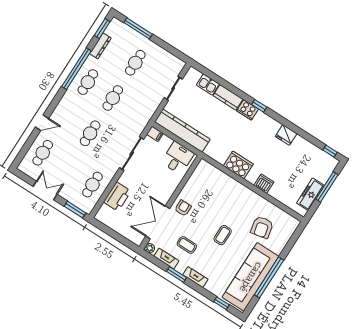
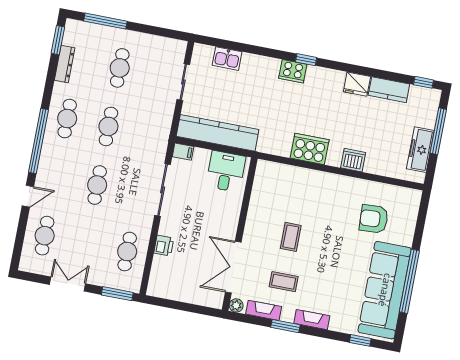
window: (76, 69) -> (38, 141), moved
kitchen counter: (228, 97) -> (389, 90), moved
printer: (117, 197) -> (164, 246), width x0.53, depth x0.68
armchair: (183, 208) -> (259, 235), removed
armchair: (262, 227) -> (374, 219), turned 99
coffee table: (223, 235) -> (291, 237), moved

